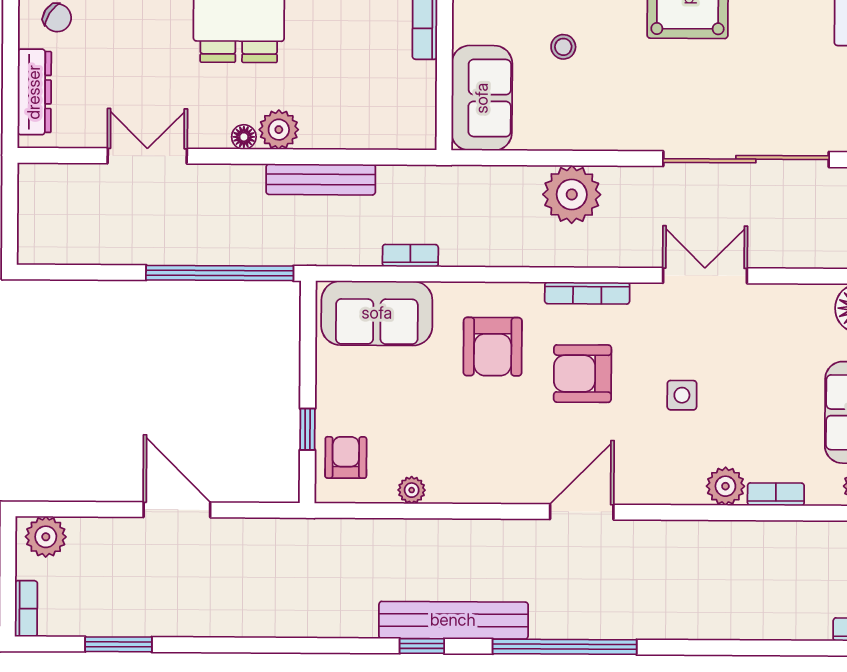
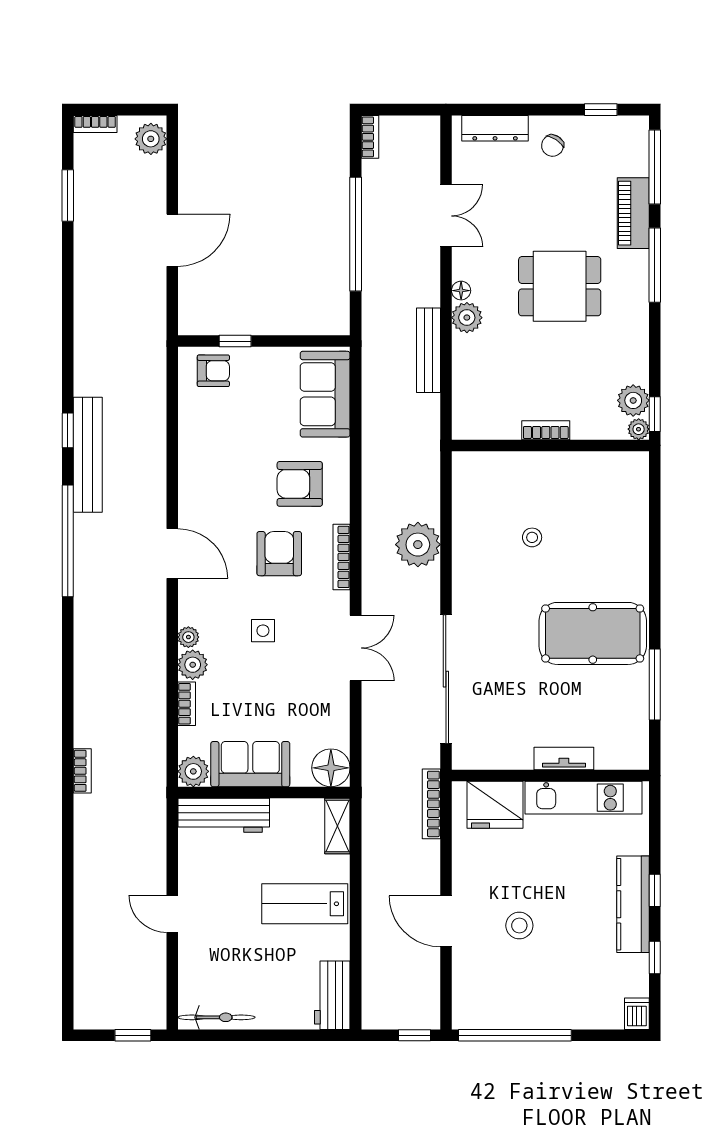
sofa: (482, 98) -> (492, 475), removed
bookcase: (410, 256) -> (370, 137), moved
window: (220, 273) -> (356, 234), moved
plant: (412, 490) -> (188, 637), moved

